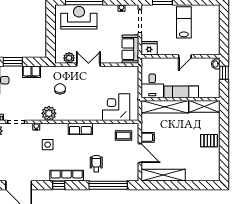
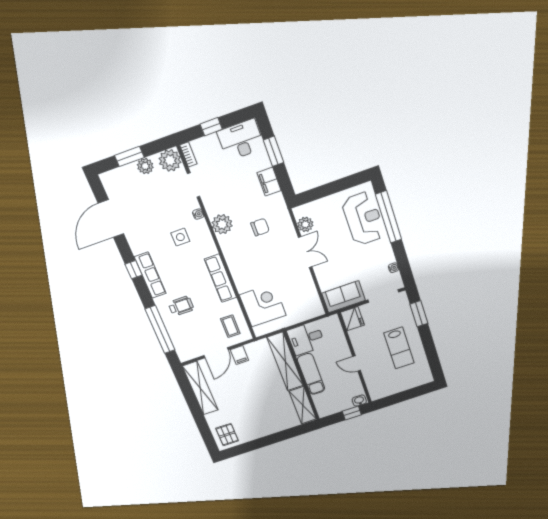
lab bench: (184, 22) -> (399, 348), turned 90
row of seats: (80, 129) -> (220, 278), width x1.48
pallet: (209, 141) -> (227, 435), moved

